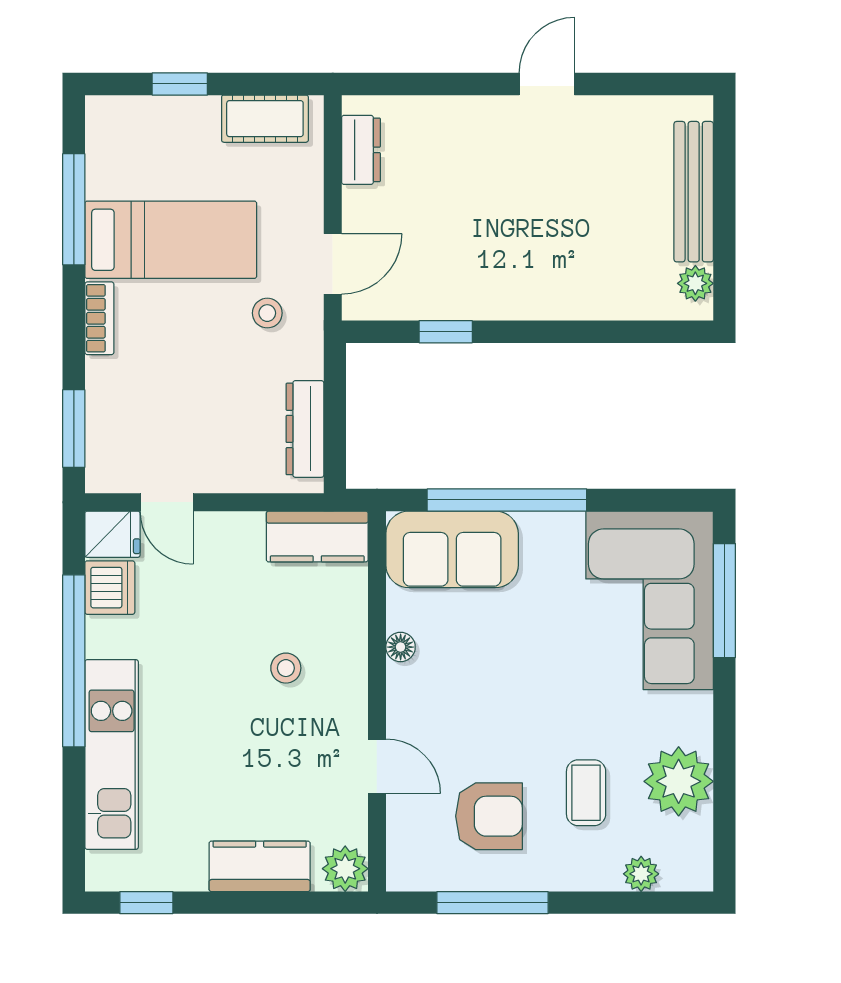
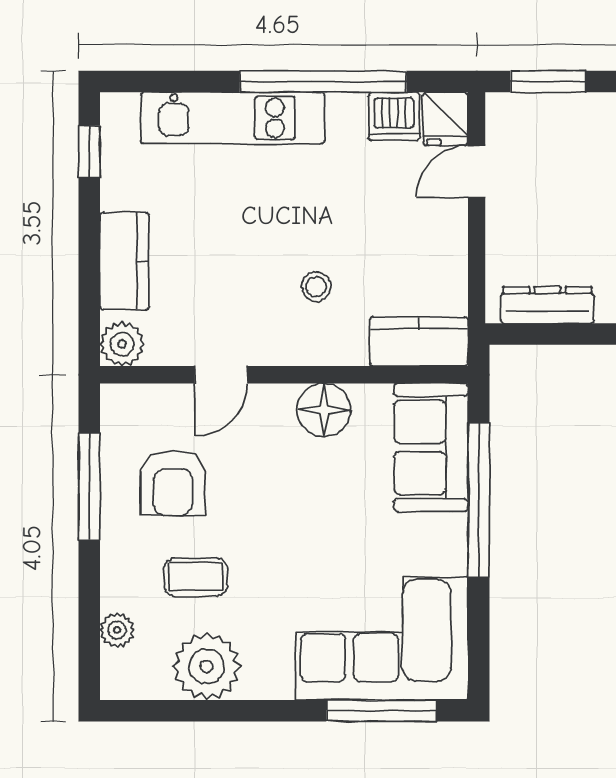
kitchen counter: (317, 536) -> (419, 342), moved, turned 90
floor lamp: (401, 647) -> (324, 410), width x1.89, depth x1.89

